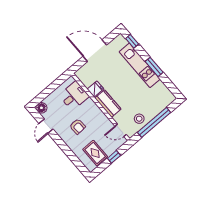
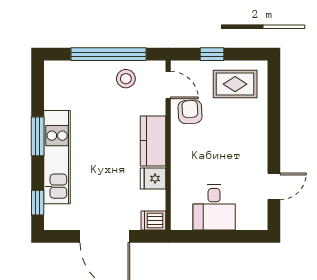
dishwasher: (81, 73) -> (153, 221), added
desk: (74, 96) -> (214, 207), moved, turned -90
floor lamp: (41, 108) -> (257, 220), removed
armchair: (78, 126) -> (190, 112), moved
rug: (95, 153) -> (235, 84), turned 90

